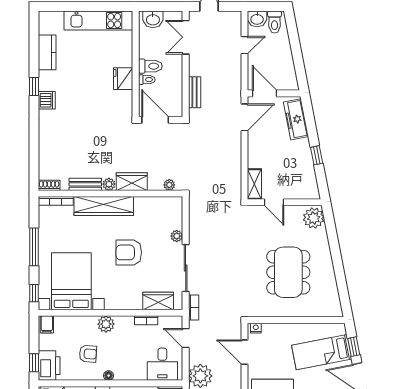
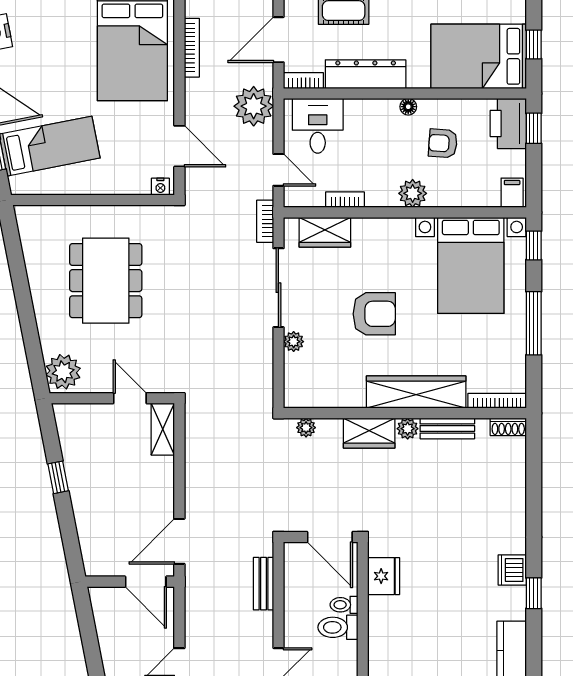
fridge: (123, 79) -> (384, 576), moved
freezer: (296, 119) -> (93, 538), removed

